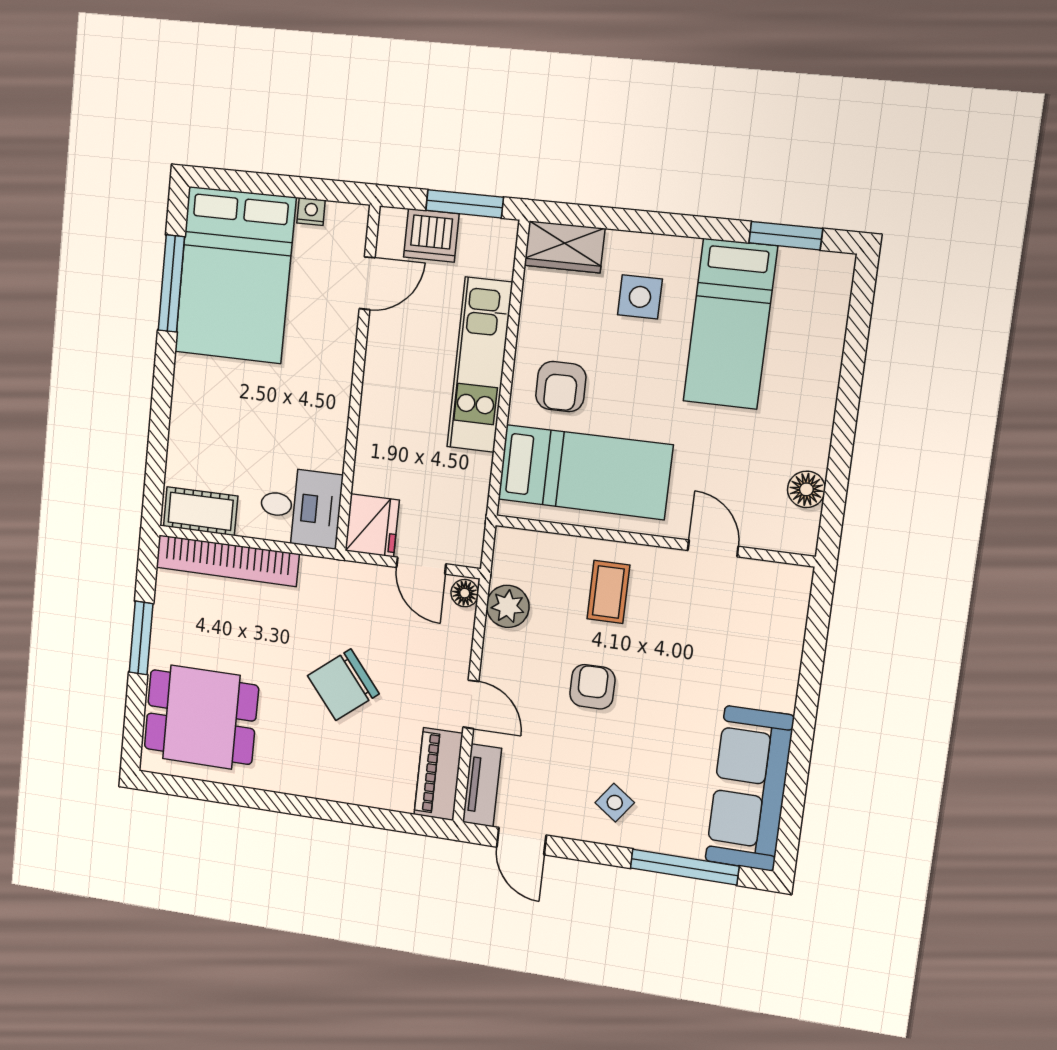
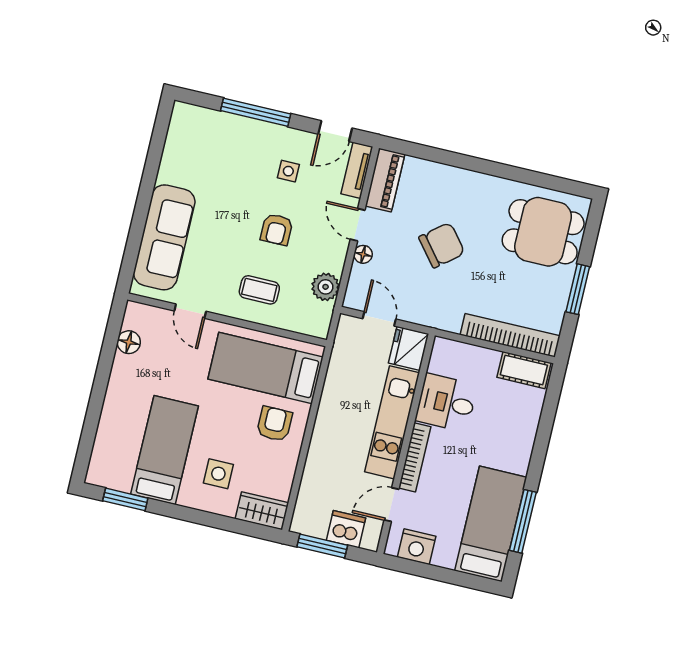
nightstand: (311, 212) -> (417, 547), width x1.89, depth x1.79
bed: (235, 275) -> (491, 524), width x0.67
bookcase: (342, 361) -> (415, 457), added
kitchen unit: (480, 365) -> (392, 422), moved, turned 180
desk: (301, 507) -> (446, 403), moved
coffee table: (608, 592) -> (259, 290), turned 90
floor lamp: (465, 593) -> (363, 254), moved
sofa: (750, 789) -> (164, 237), moved
side table: (615, 803) -> (288, 171), moved, turned -36
door: (521, 841) -> (335, 131), swing flipped
window: (685, 867) -> (256, 112), moved

